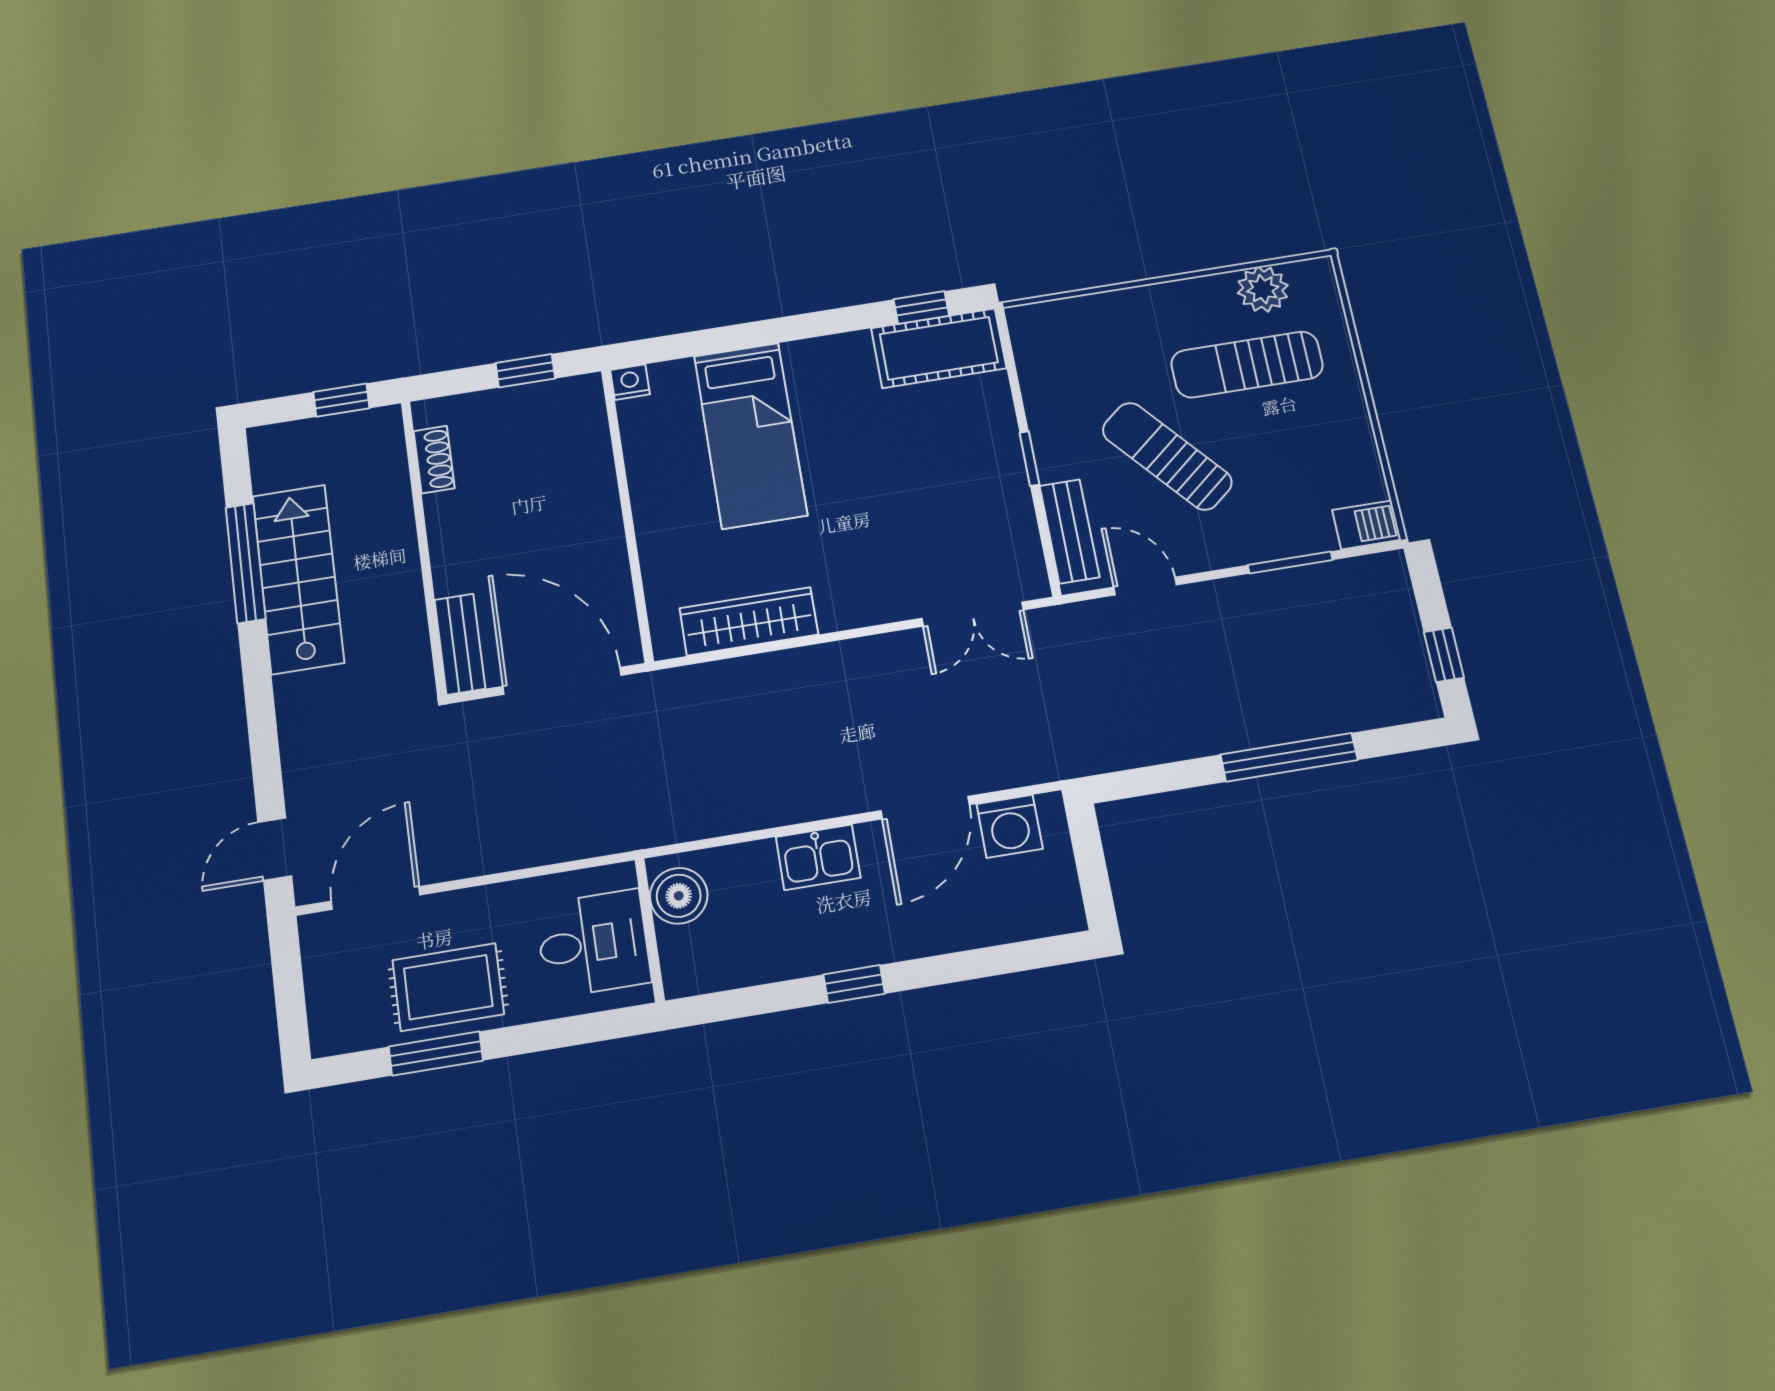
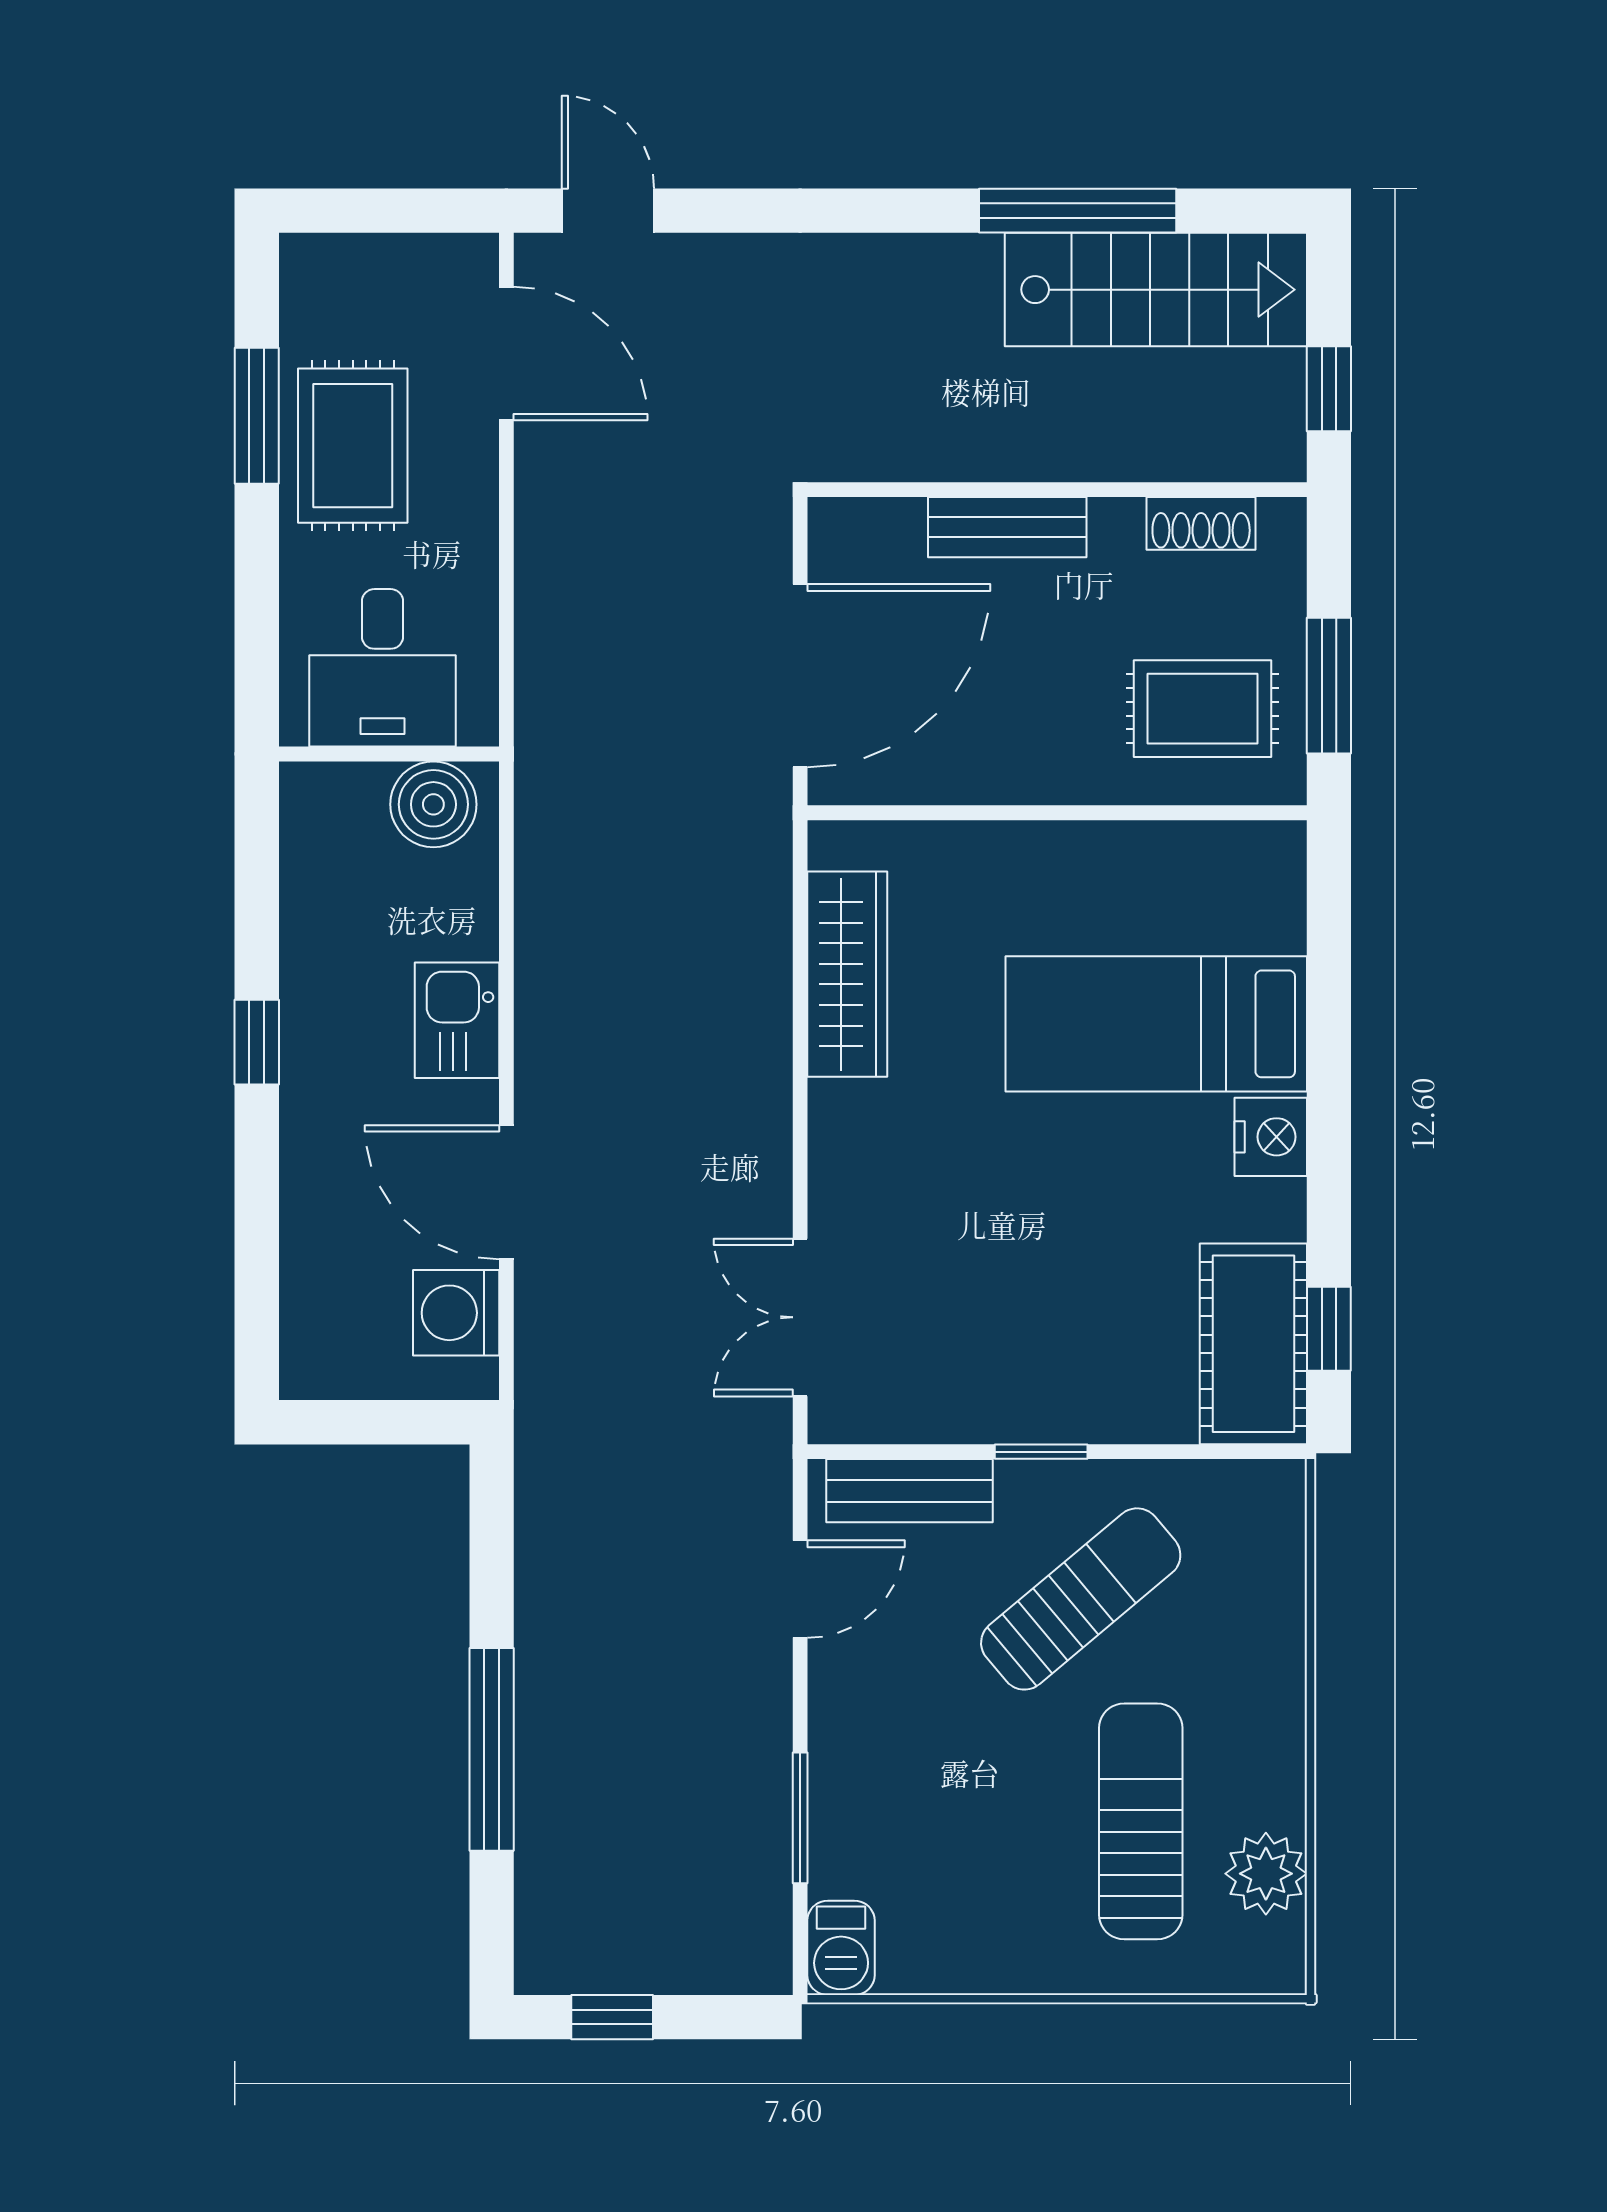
window: (525, 371) -> (1329, 686), width x1.50
nightstand: (630, 382) -> (1271, 1137), moved, width x1.39, depth x1.35
rug: (550, 440) -> (1203, 709), added
sun lounger: (1167, 456) -> (1081, 1599), moved
stairs: (298, 579) -> (1156, 290), moved
bench: (460, 644) -> (1007, 527), moved

